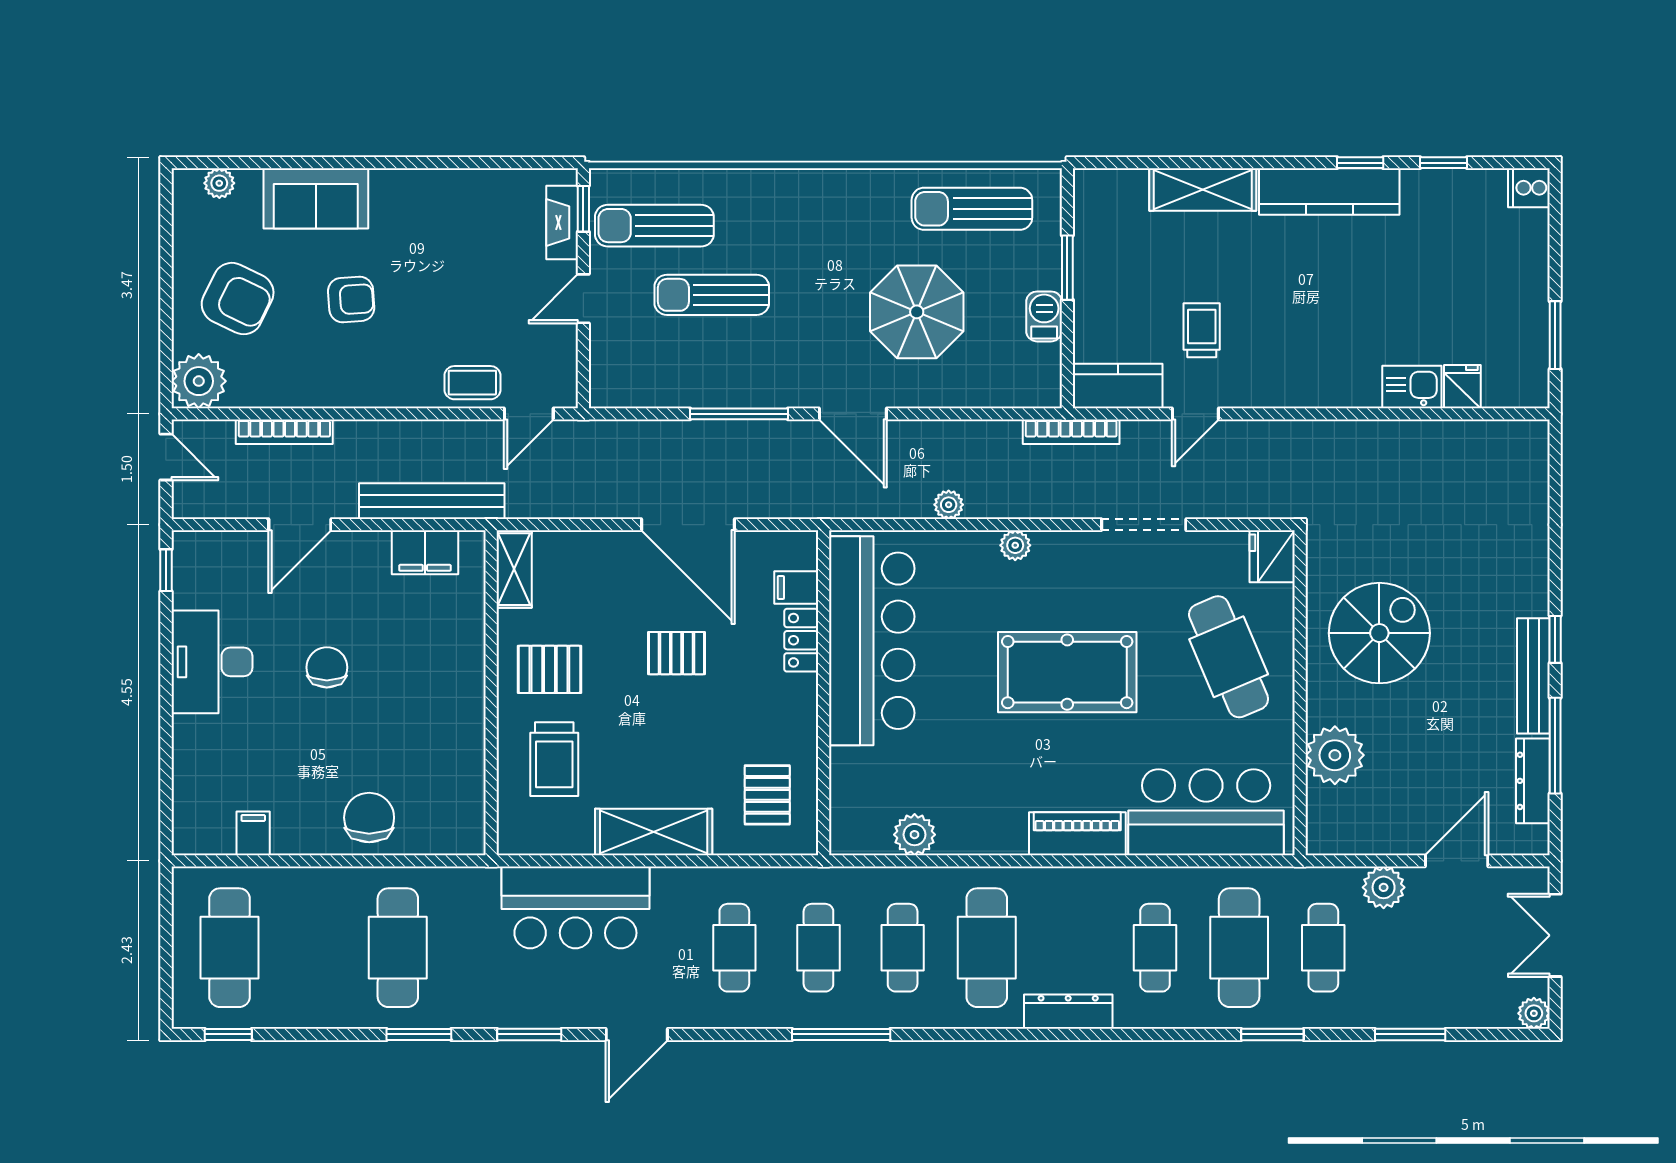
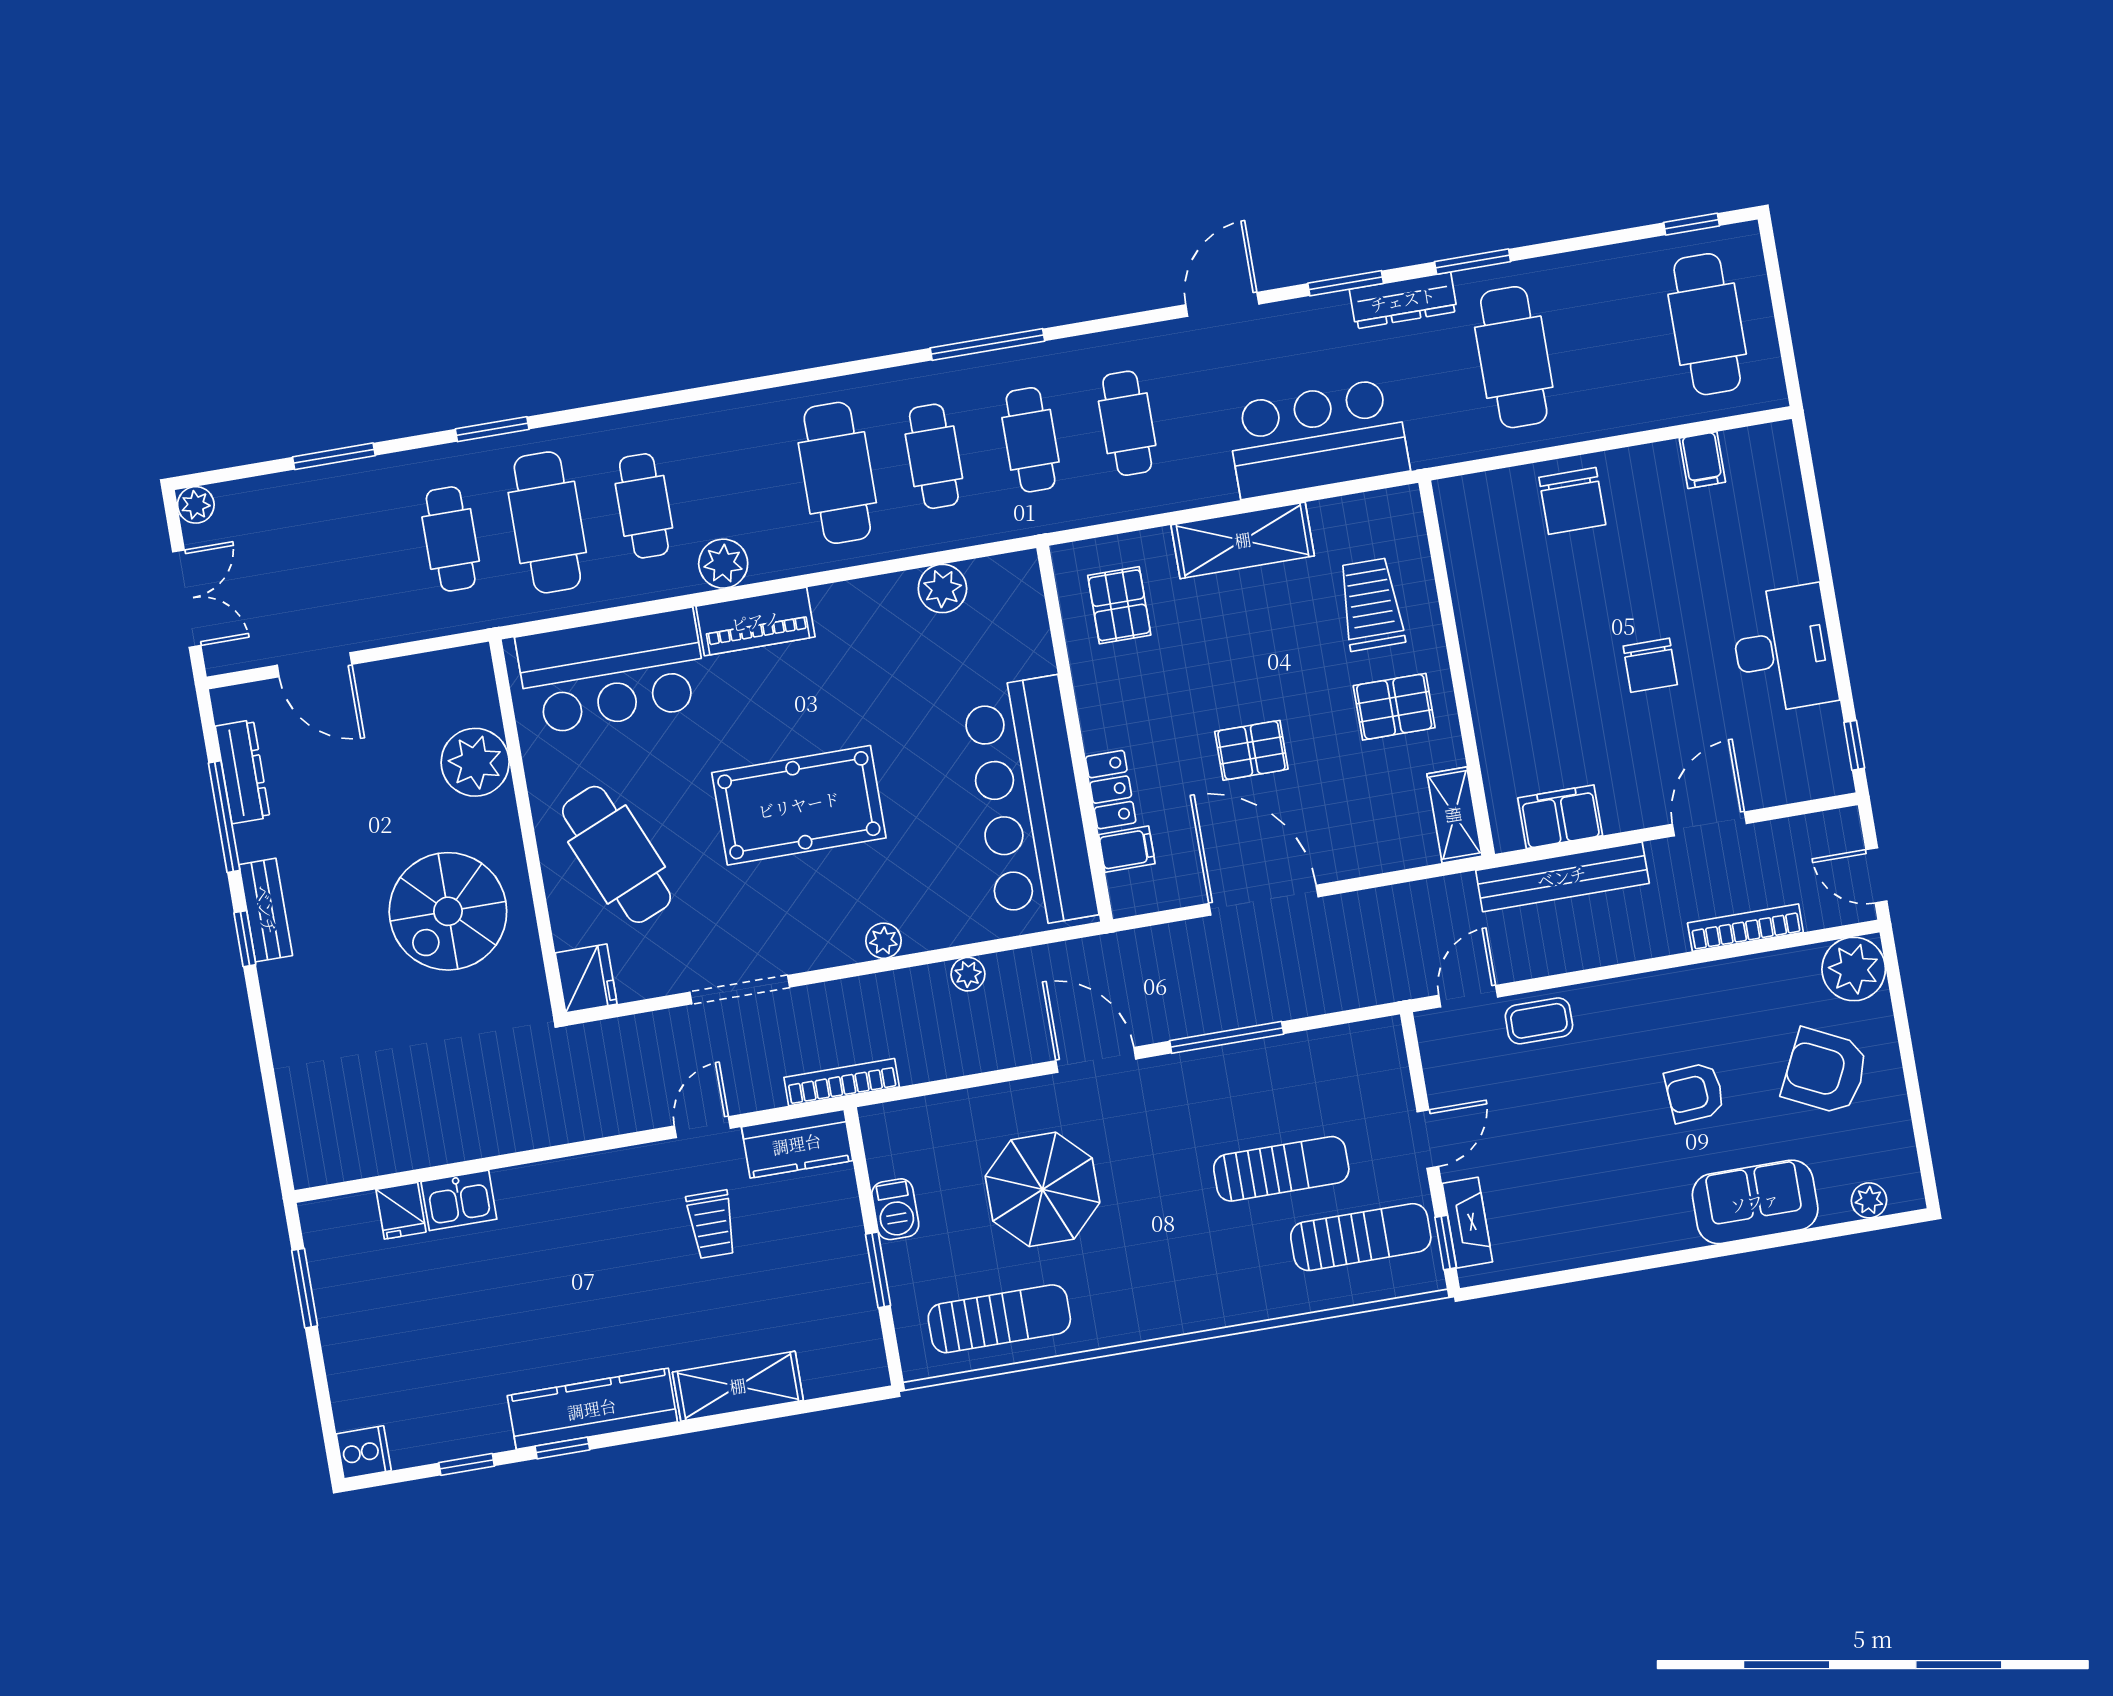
bench: (1533, 676) -> (266, 910), width x0.73
door: (1457, 861) -> (315, 665), hinge flipped
plant: (1384, 887) -> (723, 564), moved
dresser: (1068, 1012) -> (1403, 300), moved

